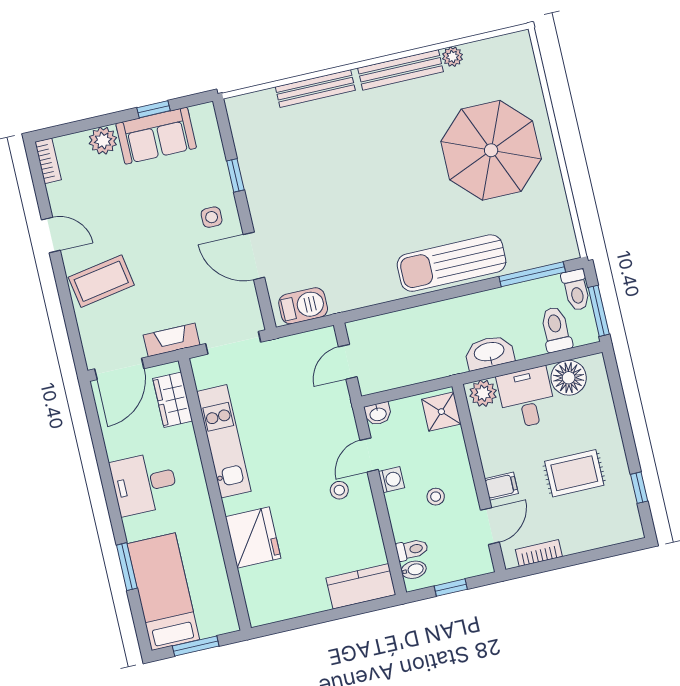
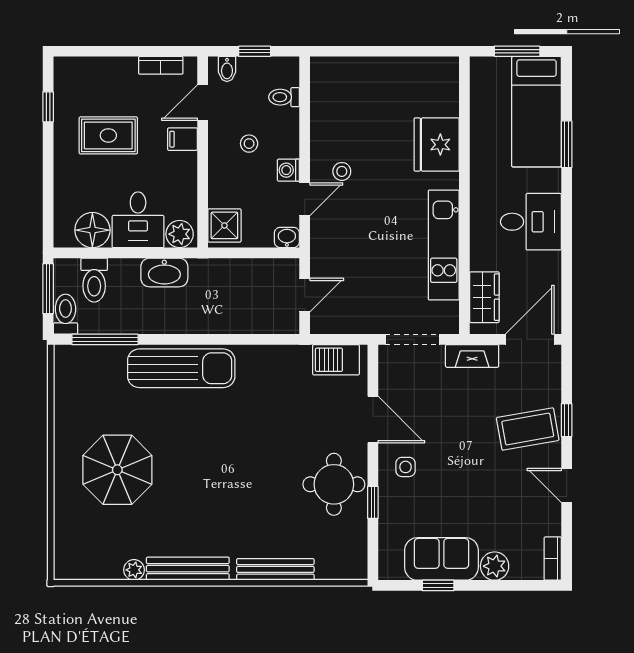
parasol: (491, 150) -> (117, 470), width x0.73, depth x0.73
round table: (277, 184) -> (334, 484), added
window: (65, 299) -> (567, 420), added
bidet: (414, 570) -> (227, 69), moved, turned -90
kitchen counter: (361, 586) -> (342, 73), removed

